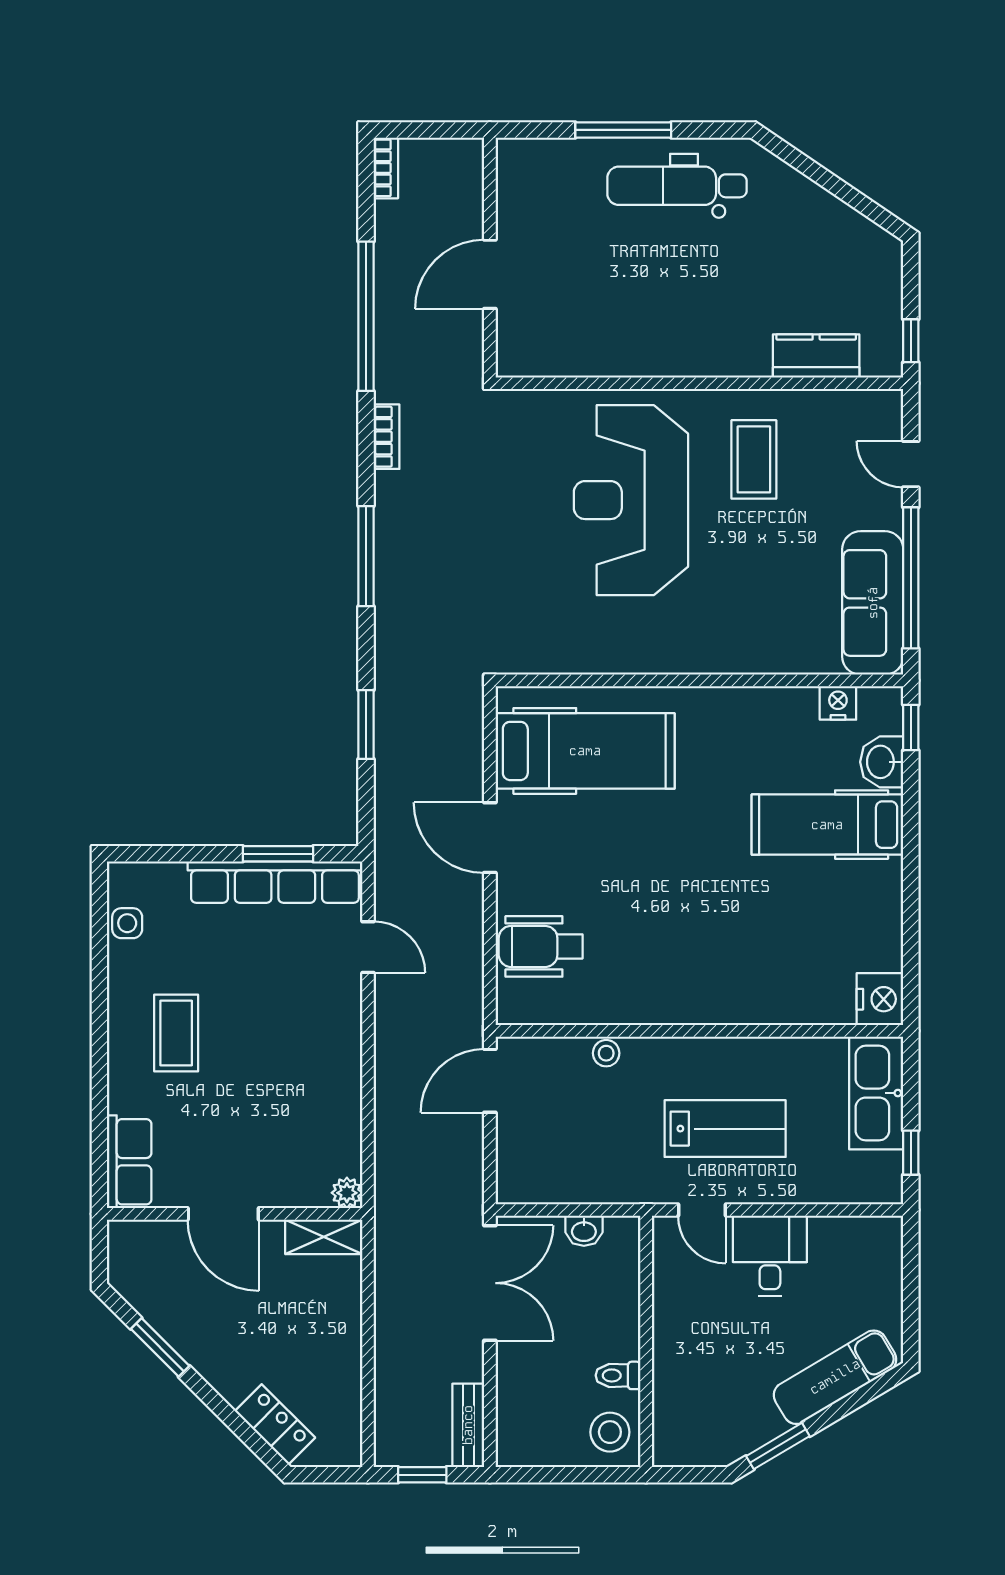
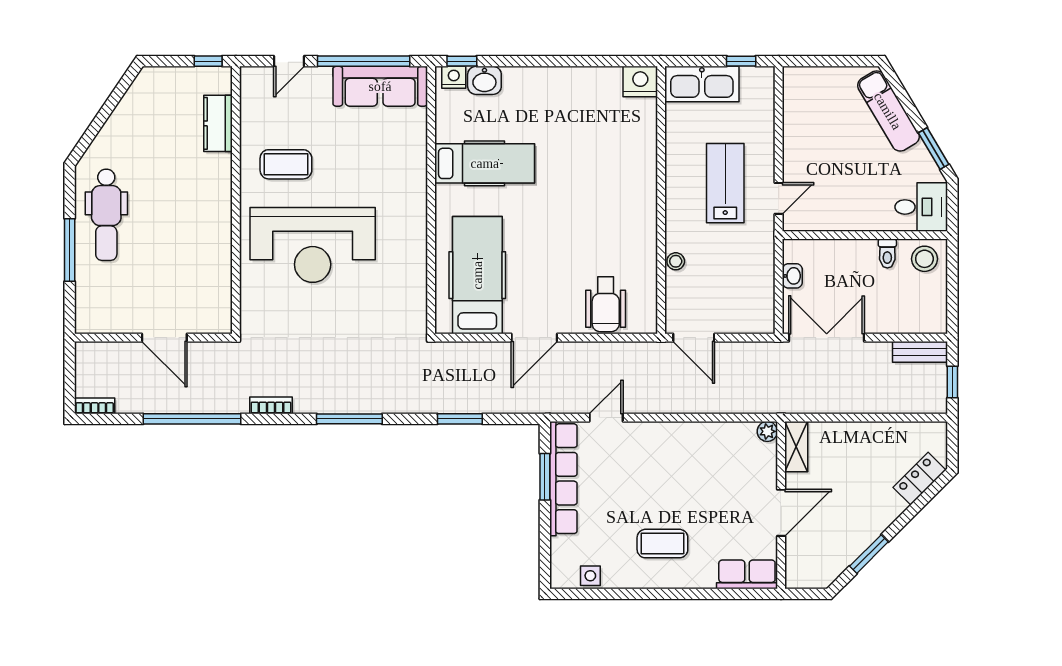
nightstand: (838, 703) -> (454, 77), moved, turned 90
hospital bed: (827, 825) -> (485, 163), moved, turned -90
desk: (770, 1256) -> (921, 207), moved, turned 180

